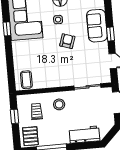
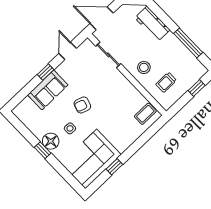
window: (15, 116) -> (197, 88), moved
pallet: (30, 136) -> (192, 70), removed

